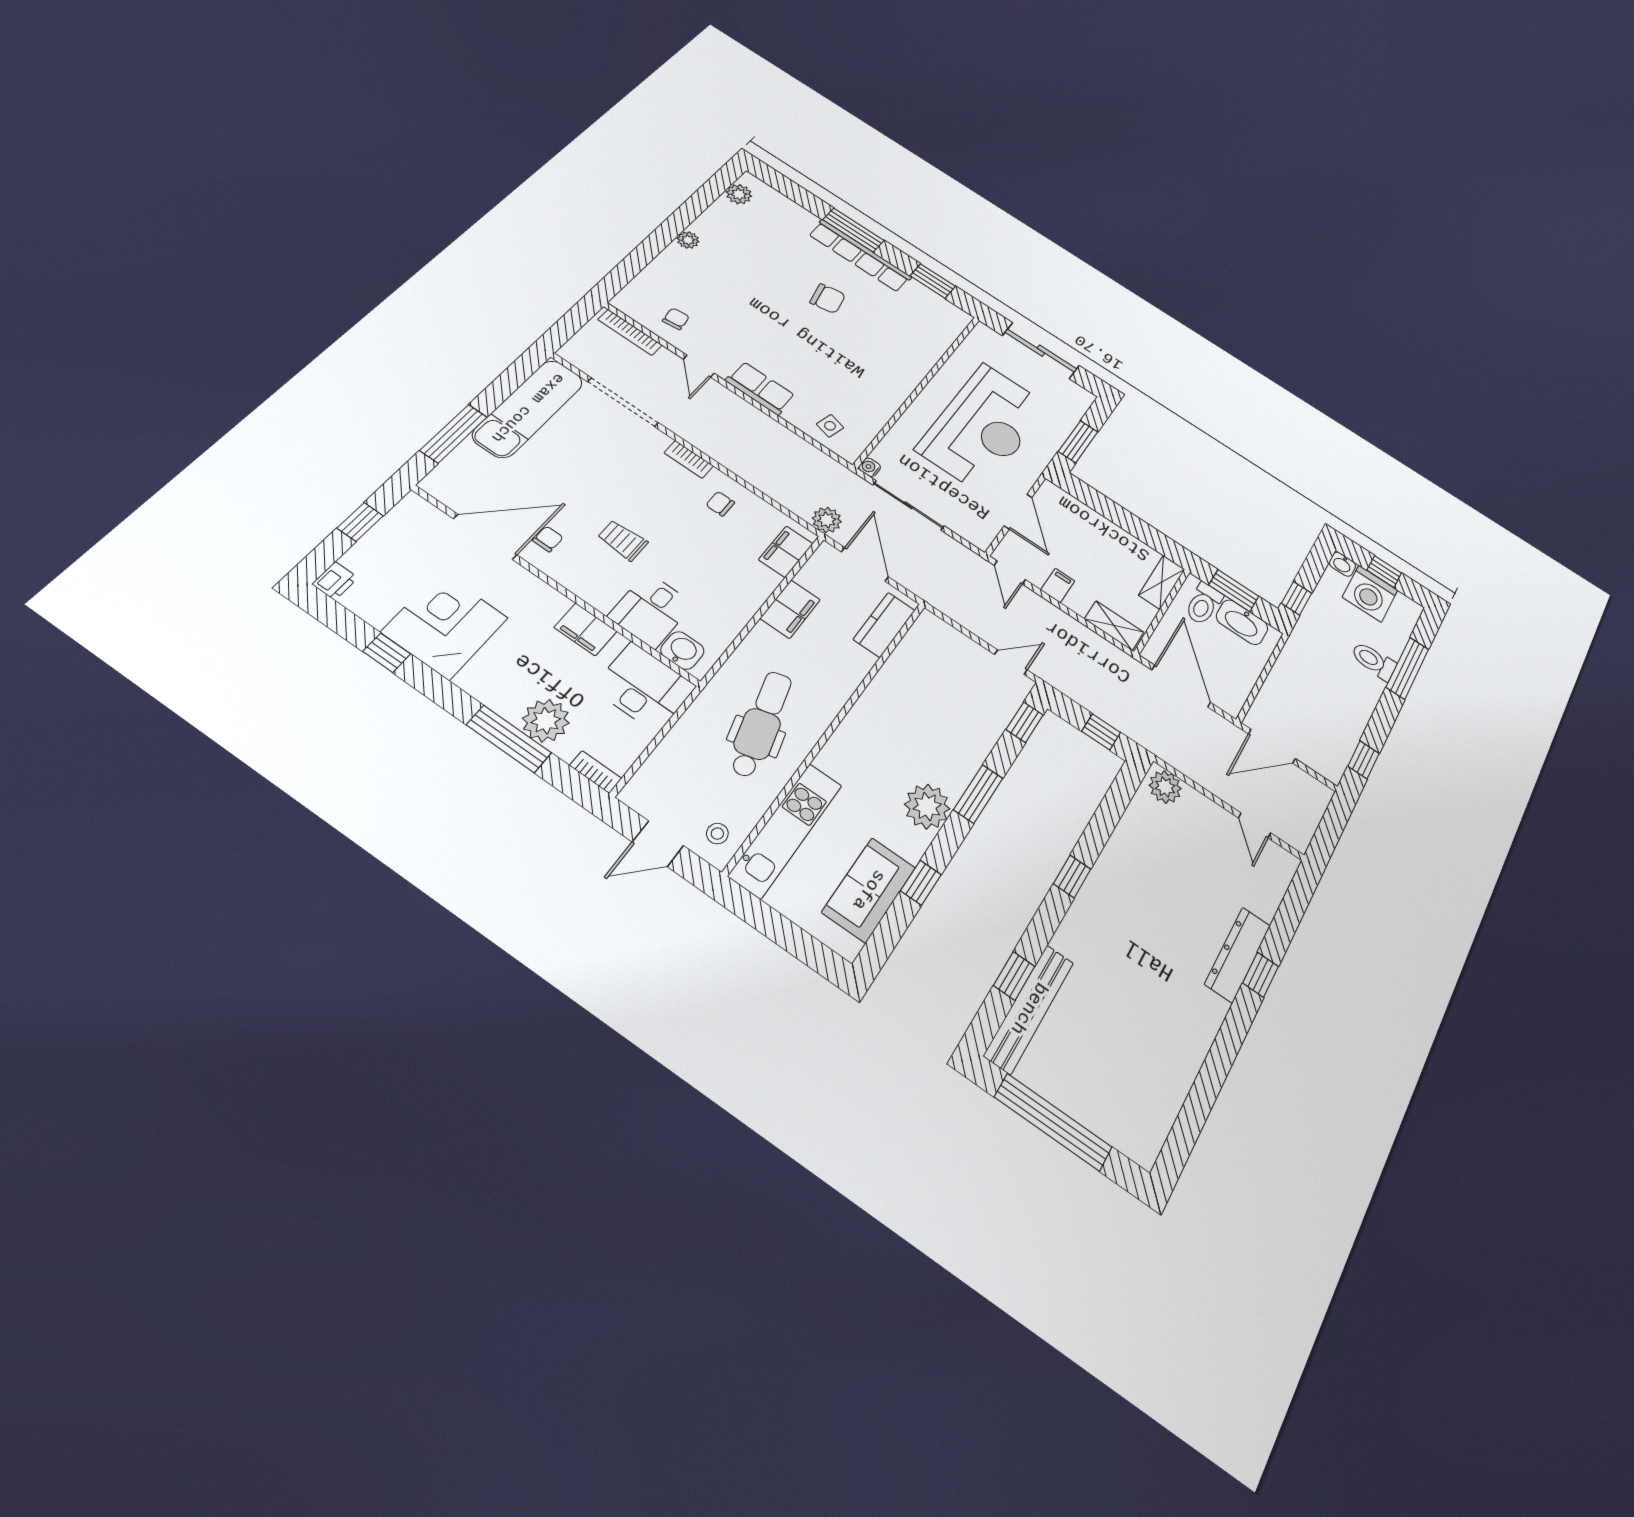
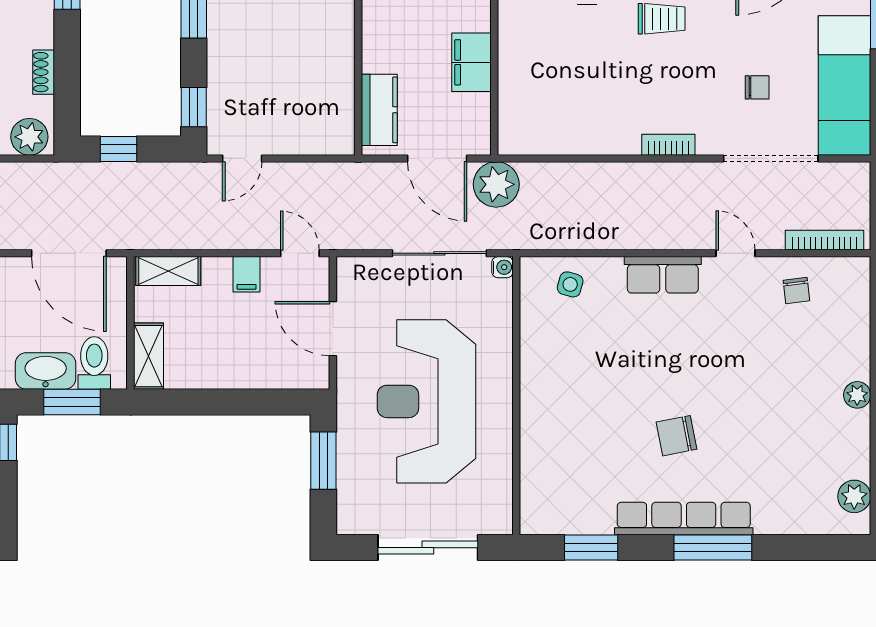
chair: (720, 504) -> (757, 87), moved
plant: (827, 520) -> (496, 184), width x1.36, depth x1.36
filing cabinet: (786, 552) -> (515, 117), removed
shoe rack: (1127, 827) -> (44, 72), added

